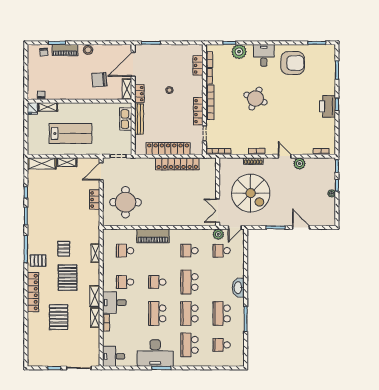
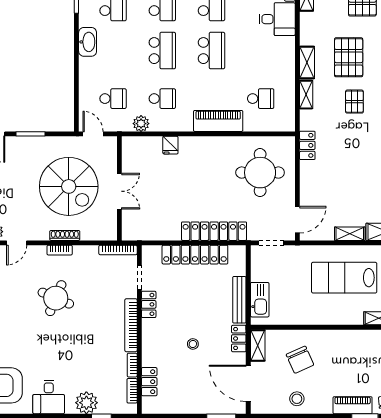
stool: (88, 50) -> (297, 399), moved
door: (133, 64) -> (248, 383), swing flipped
chair: (99, 80) -> (300, 360), turned 71
round table: (255, 99) -> (56, 298), moved
locker: (198, 111) -> (149, 304), width x0.66
door: (285, 156) -> (17, 243), hinge flipped
locker: (177, 164) -> (214, 231), moved
spiral stairs: (251, 193) -> (69, 186), turned 180
locker: (95, 200) -> (307, 145), moved
double door: (218, 211) -> (119, 191), moved
fridge: (184, 220) -> (170, 145), added
door: (235, 227) -> (93, 134), hinge flipped
plant: (218, 234) -> (141, 124), moved
school desk: (125, 282) -> (261, 51), removed
school desk: (157, 282) -> (211, 51), width x1.85
shelving: (95, 296) -> (307, 63), moved

